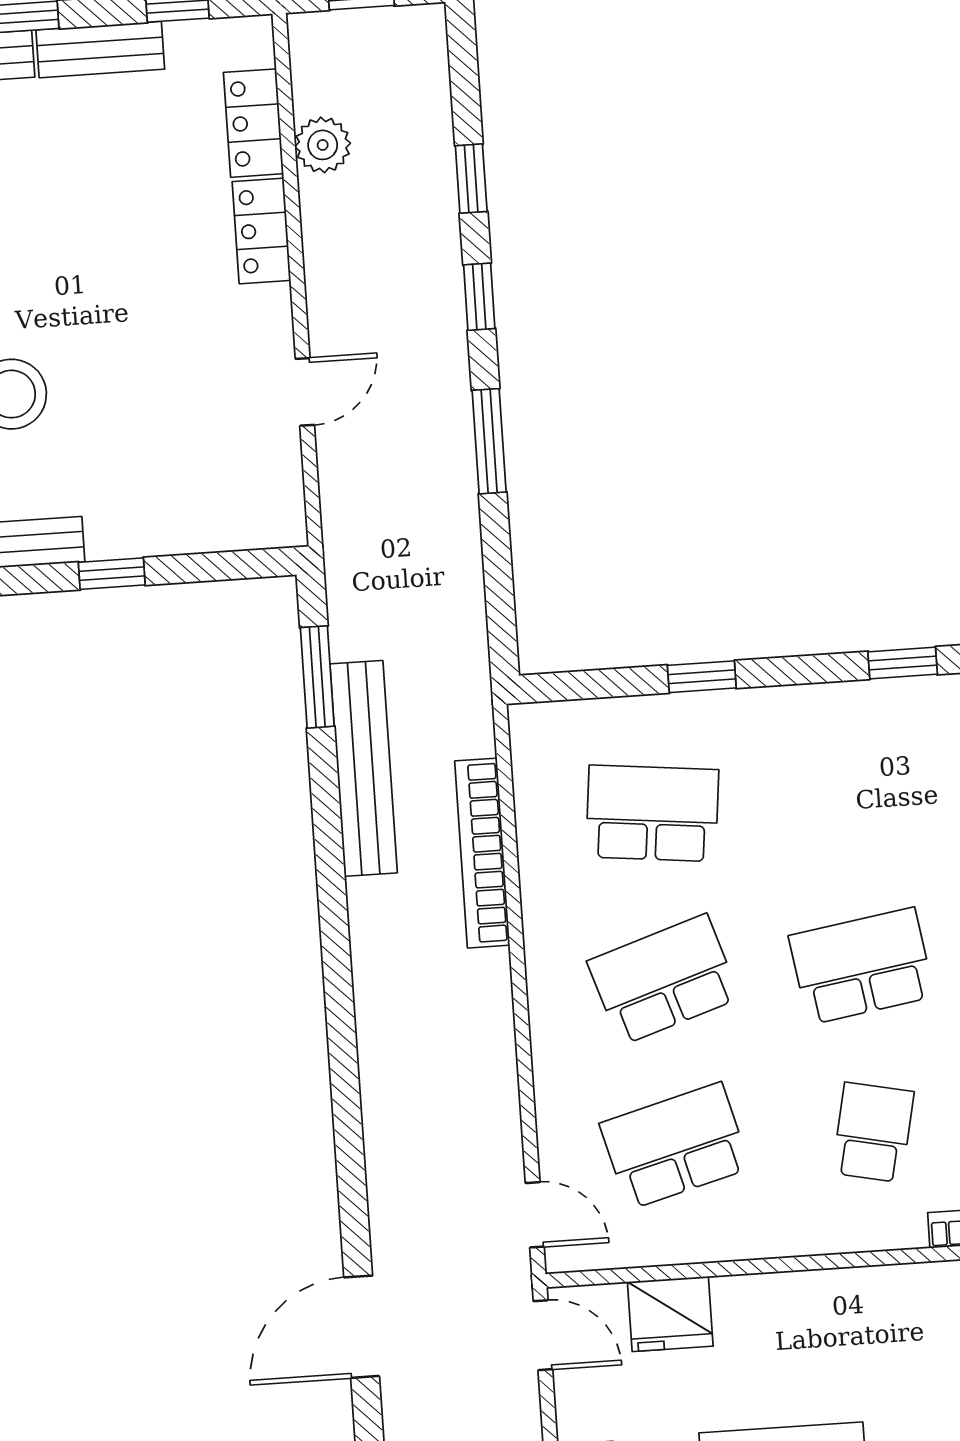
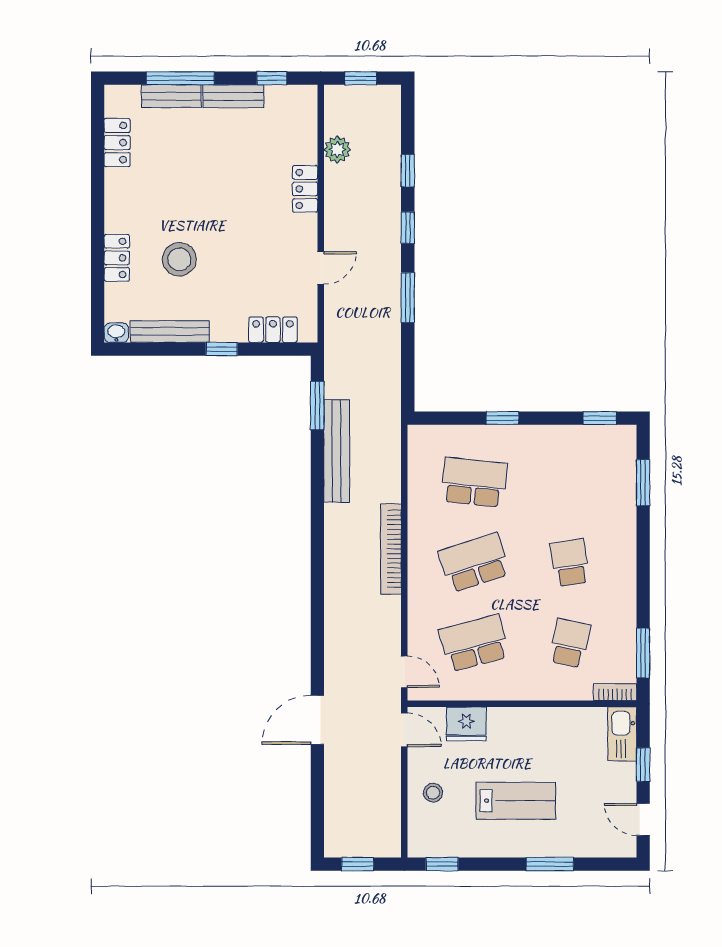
locker: (253, 123) -> (273, 330), moved, turned 90
bookcase: (482, 853) -> (391, 549), moved
school desk: (862, 966) -> (570, 563), width x0.54

